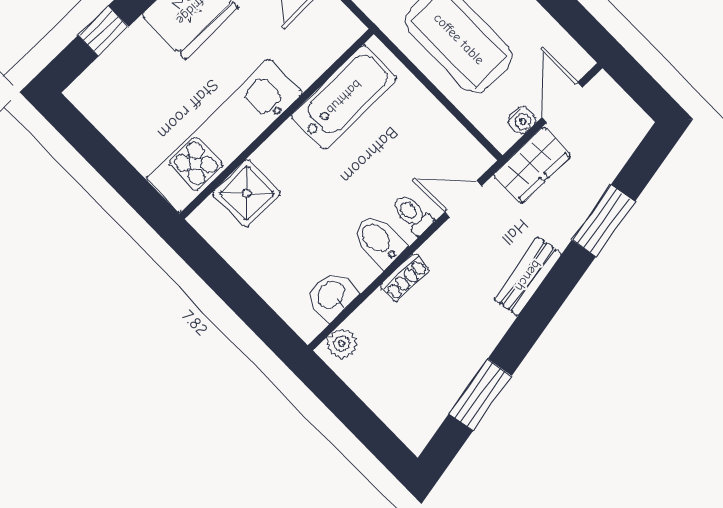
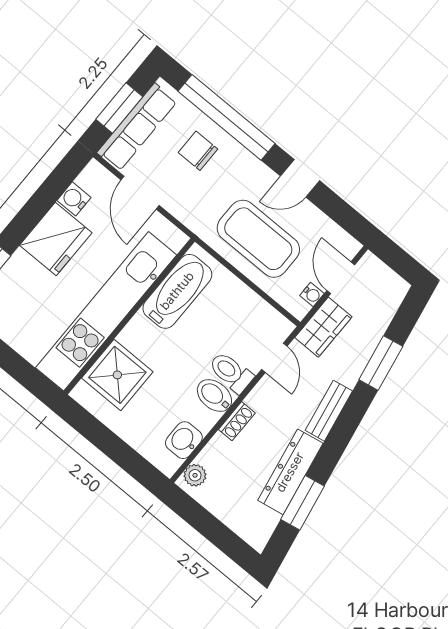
kitchen unit: (224, 136) -> (106, 311), width x1.36
shower: (247, 193) -> (117, 375), width x1.36, depth x1.36
door: (463, 199) -> (274, 358), swing flipped
toilet: (413, 214) -> (231, 372), width x1.37, depth x1.39
dresser: (469, 352) -> (290, 472), added

